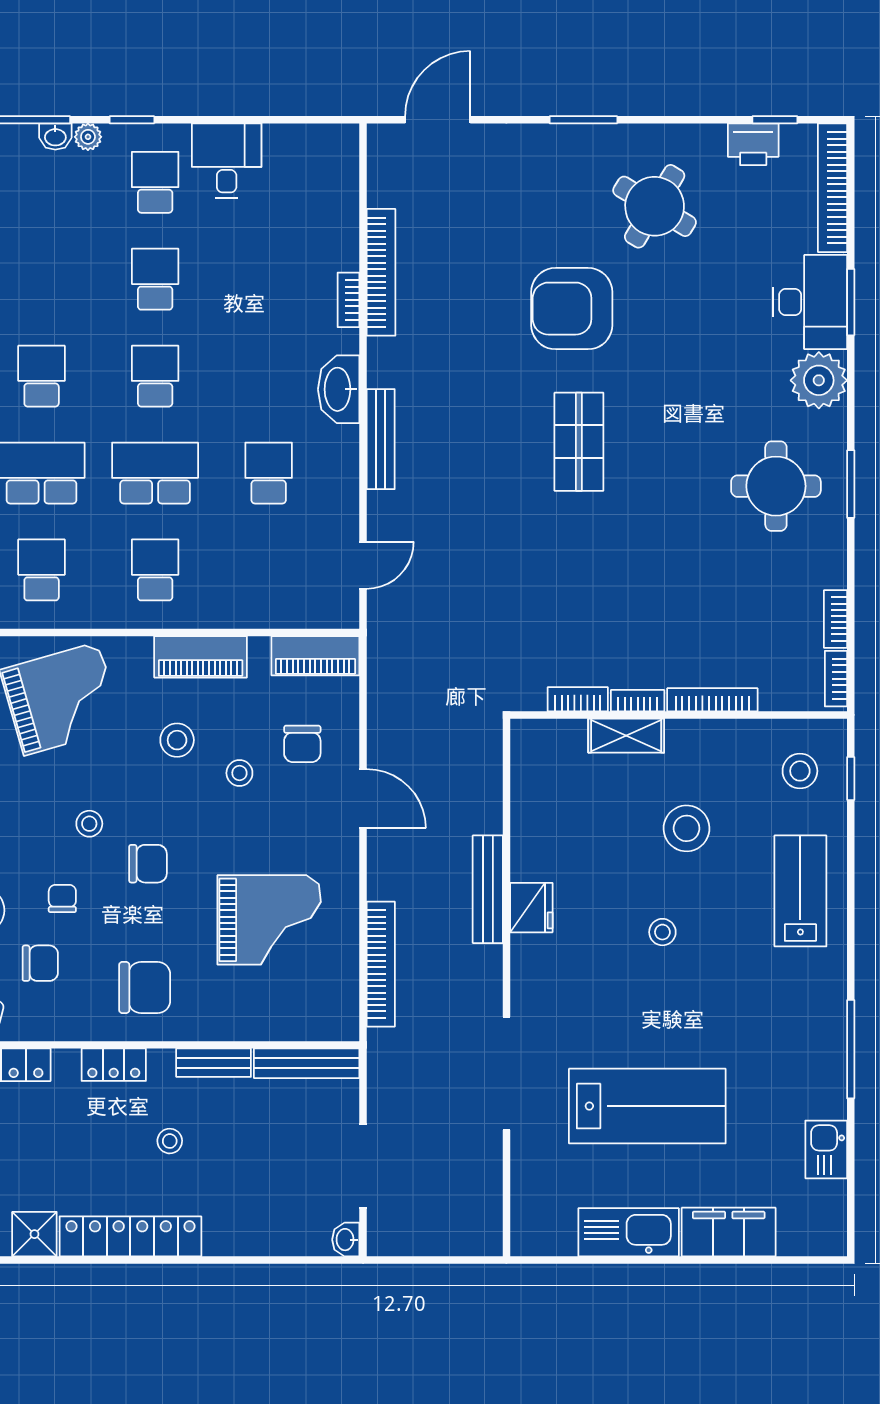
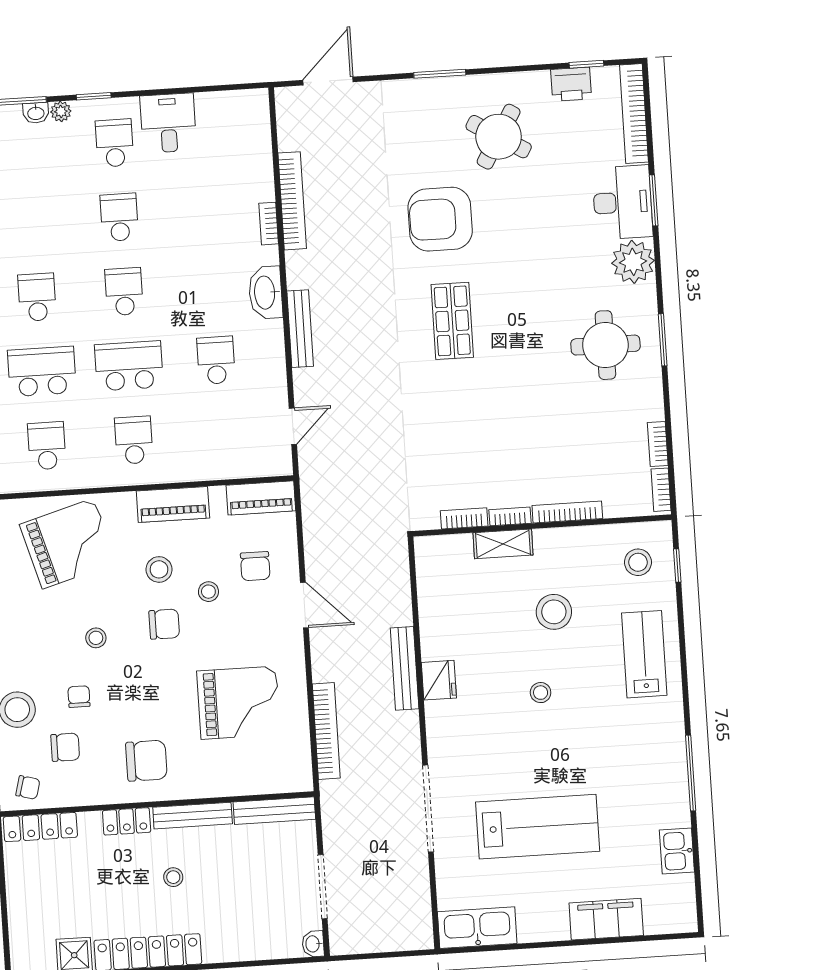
chair: (148, 864) -> (164, 624), moved
bench: (214, 1063) -> (193, 816), width x1.36
kitchen sink: (629, 1232) -> (477, 928), moved

